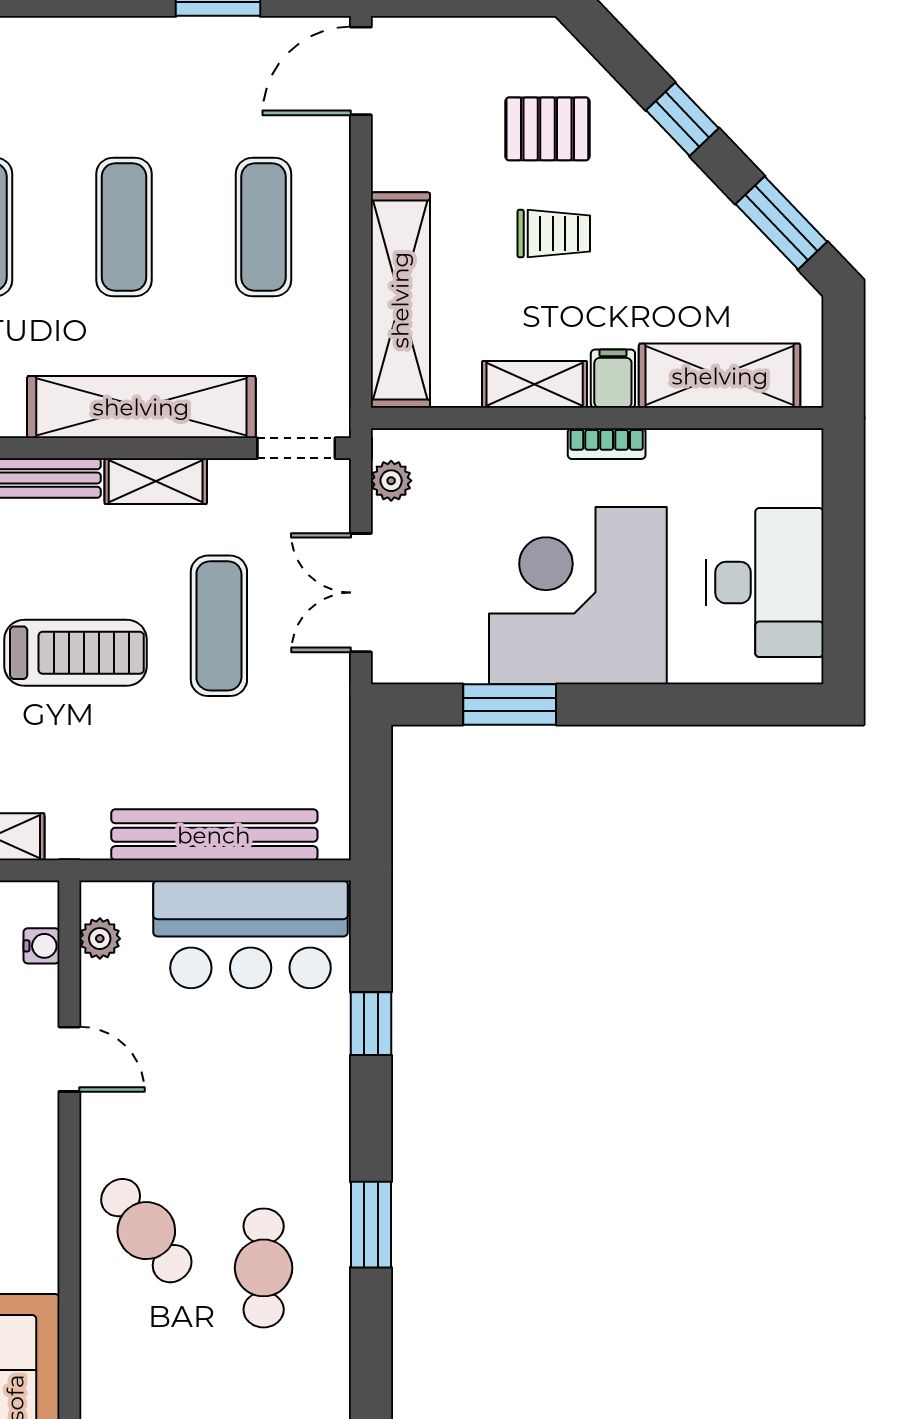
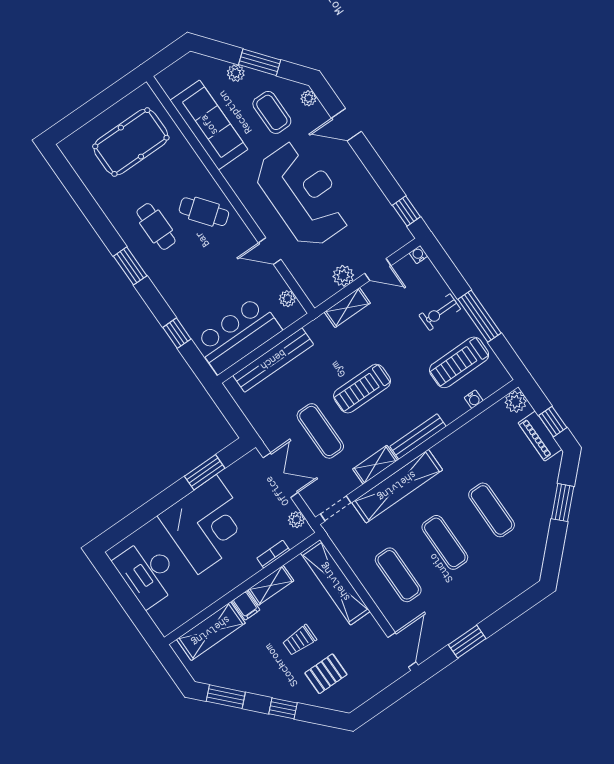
bookcase: (607, 444) -> (273, 554), moved
water cooler: (41, 946) -> (305, 283), removed

